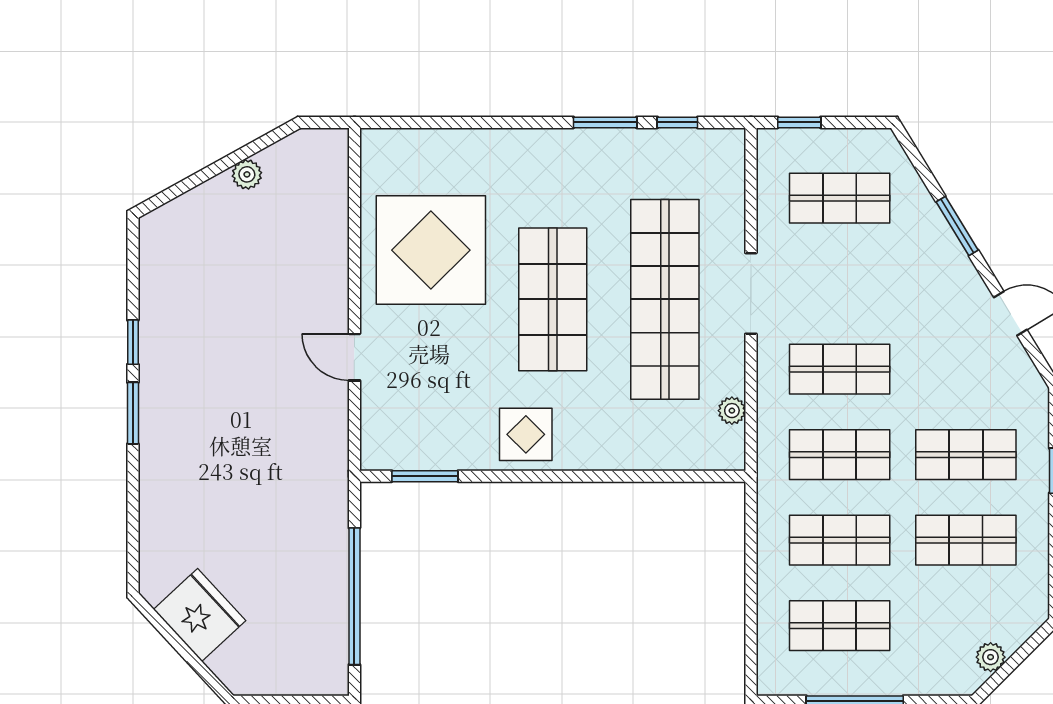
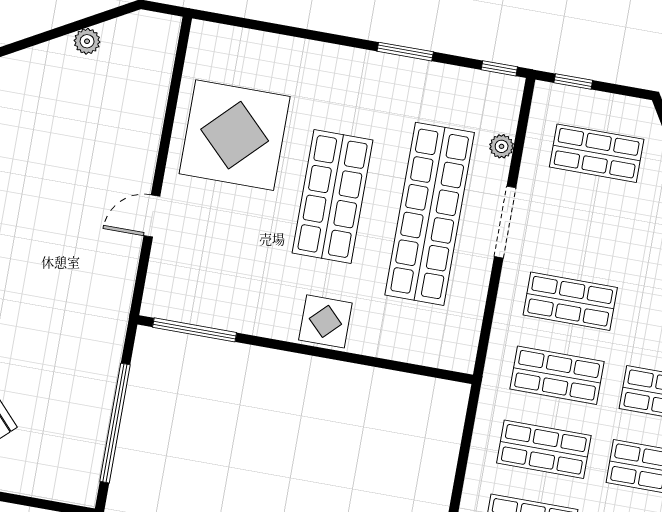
window: (677, 122) -> (499, 68), moved
door: (354, 357) -> (152, 216), hinge flipped
plant: (732, 411) -> (502, 146), moved
display table: (526, 434) -> (325, 321), moved
window: (425, 476) -> (195, 330), width x1.44

